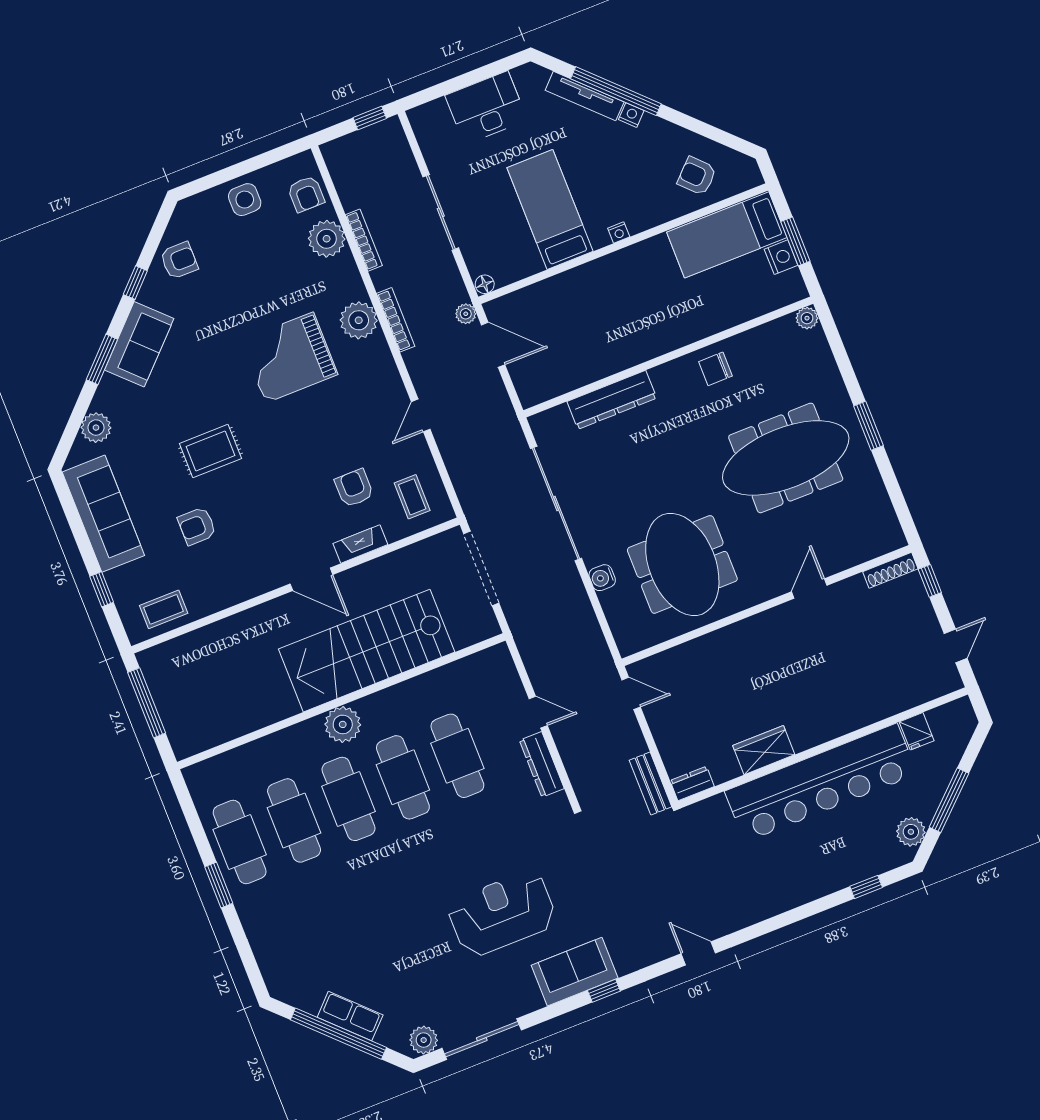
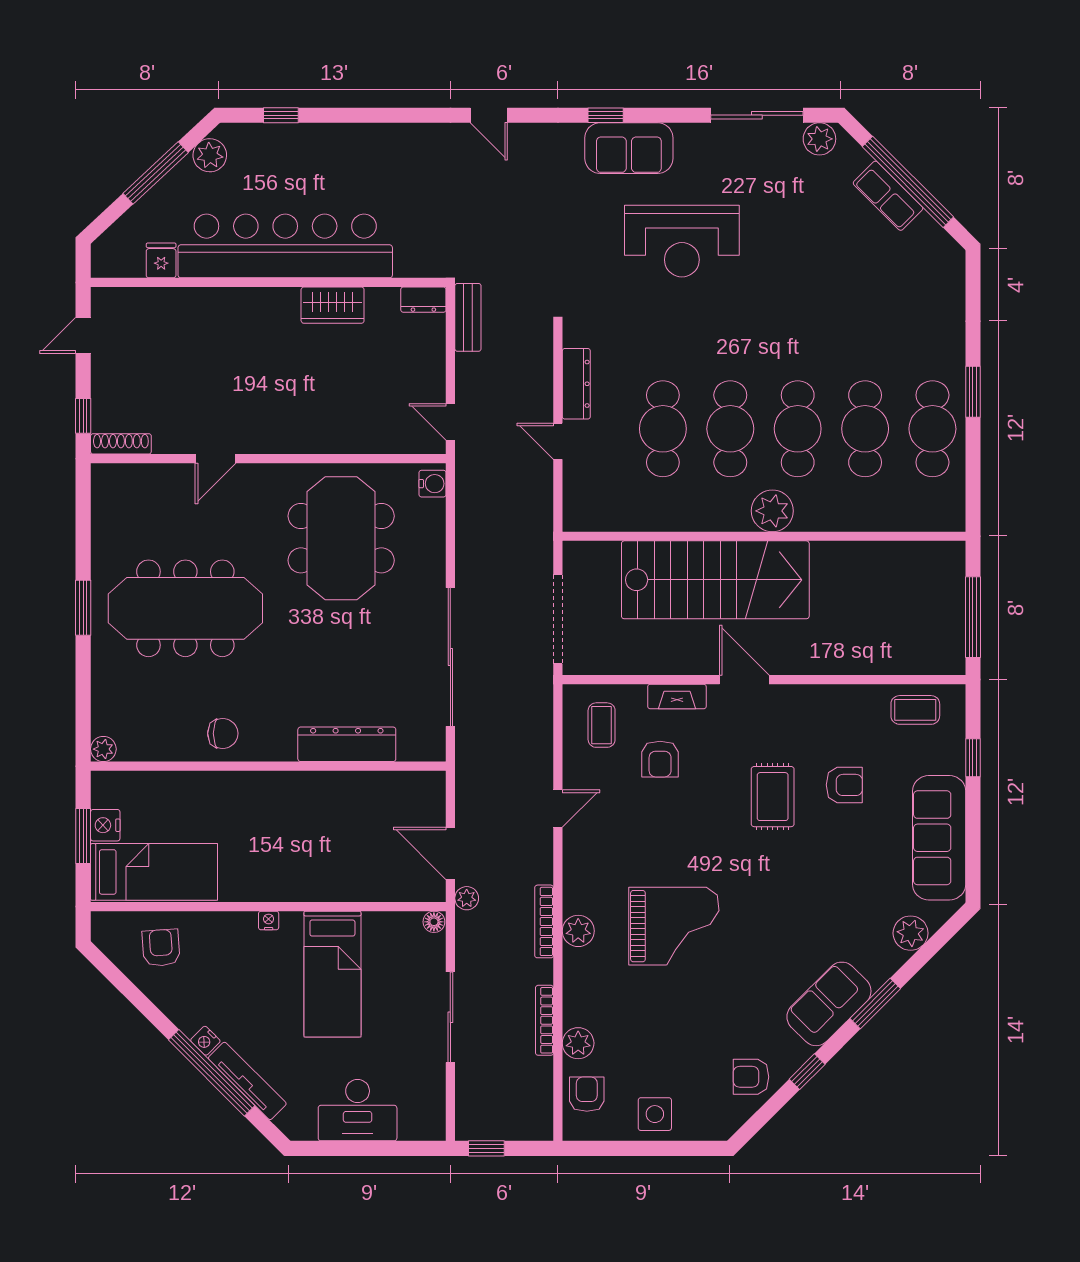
armchair: (697, 176) -> (161, 948), turned -140
plant: (327, 239) -> (578, 1043), width x0.73, depth x0.73
plant: (359, 320) -> (578, 931), width x0.73, depth x0.73
rug: (210, 451) -> (773, 797), moved, turned 90
water cooler: (602, 578) -> (432, 484), moved

